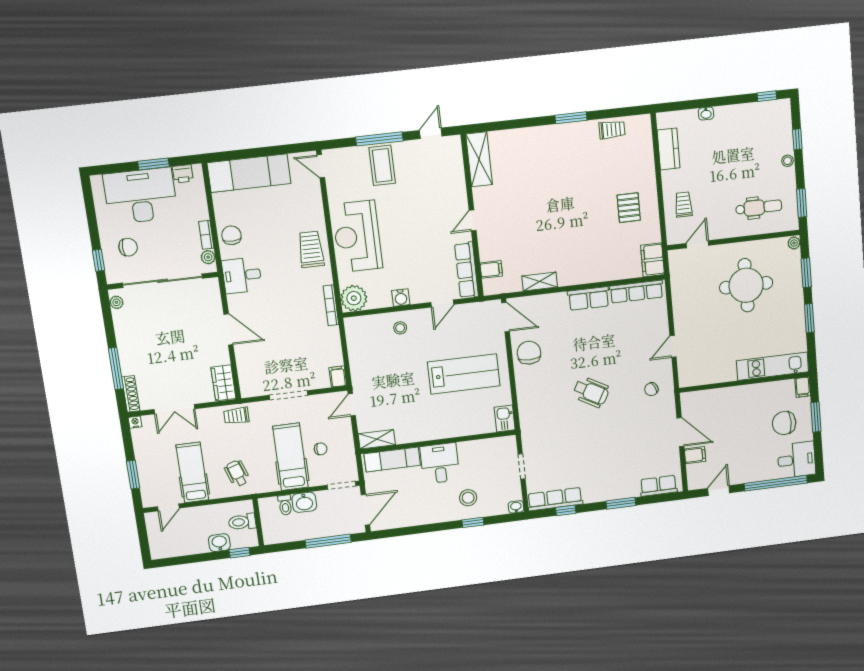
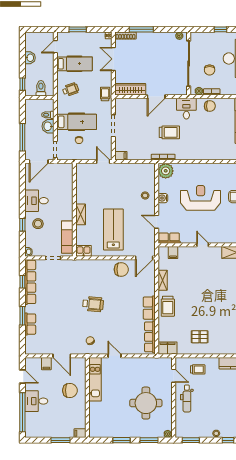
dental chair: (759, 207) -> (187, 398), moved
reception desk: (357, 236) -> (201, 198), moved
chair: (128, 247) -> (210, 70), moved
trolley: (311, 249) -> (169, 132), moved
window: (98, 260) -> (220, 29), moved
trolley: (582, 268) -> (168, 306), added
row of seats: (466, 270) -> (169, 238), width x0.68
kitchen unit: (772, 366) -> (95, 379), moved
lab bench: (464, 374) -> (113, 230), turned 180
wardrobe: (223, 383) -> (130, 89), width x1.50
wheelchair: (591, 392) -> (93, 304), turned -114
chair: (784, 423) -> (70, 390), moved, turned 90
door: (680, 432) -> (62, 356), hinge flipped
shelving: (377, 439) -> (81, 214), moved
exam couch: (392, 459) -> (67, 237), moved
desk: (797, 460) -> (36, 401), moved, turned 90
desk: (440, 463) -> (36, 201), moved, turned 180
row of seats: (659, 486) -> (30, 324), moved
row of seats: (555, 499) -> (30, 282), width x1.36
door: (168, 507) -> (55, 47), hinge flipped
door: (365, 510) -> (39, 162), hinge flipped
washbasin: (219, 543) -> (30, 58), moved

